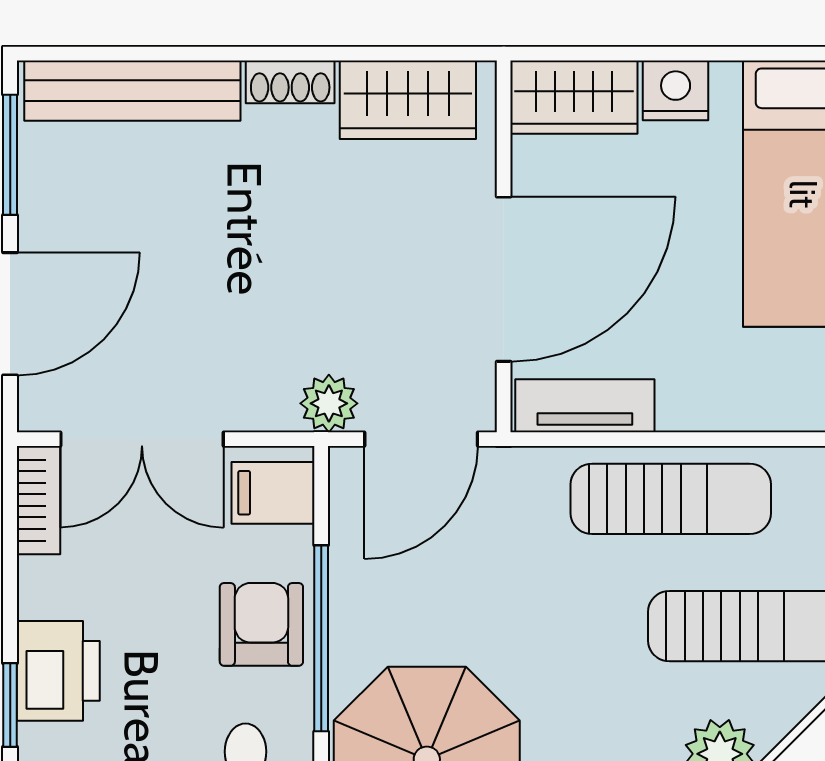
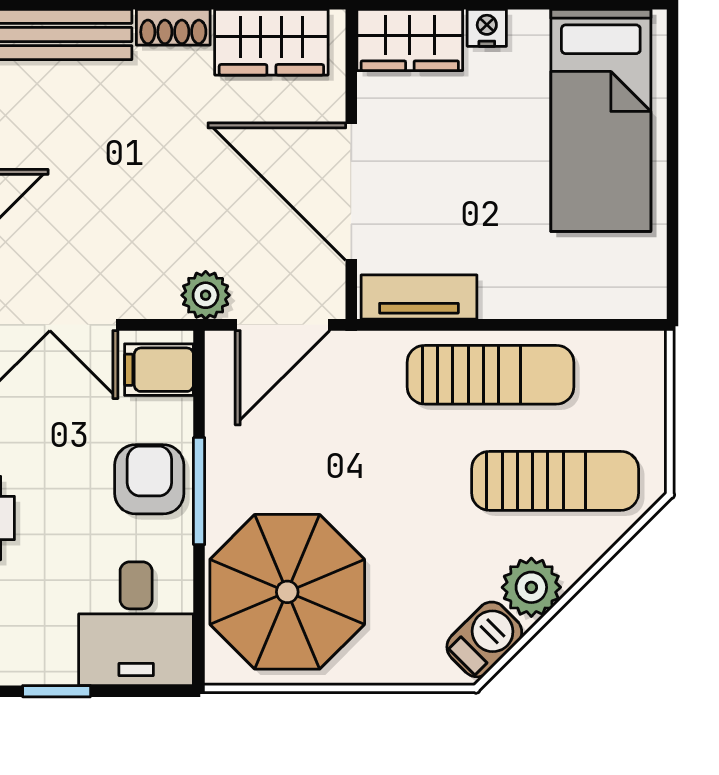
nightstand: (676, 90) -> (487, 28), width x0.72, depth x0.74
door: (504, 279) -> (351, 192), swing flipped
window: (321, 638) -> (199, 491), width x0.69

